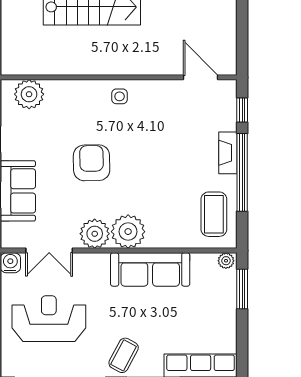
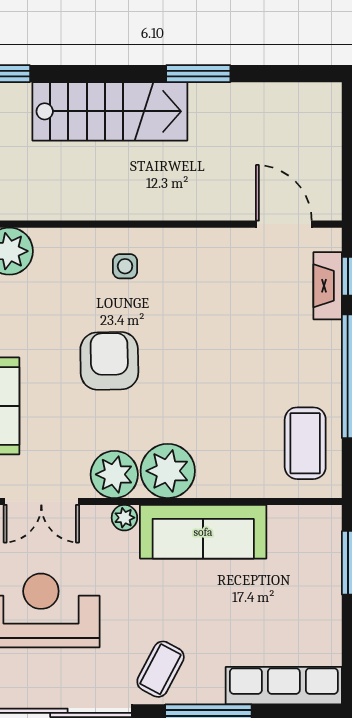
side table: (120, 96) -> (125, 266), moved
fireplace: (228, 153) -> (328, 286), moved
plant: (226, 261) -> (124, 518), moved

